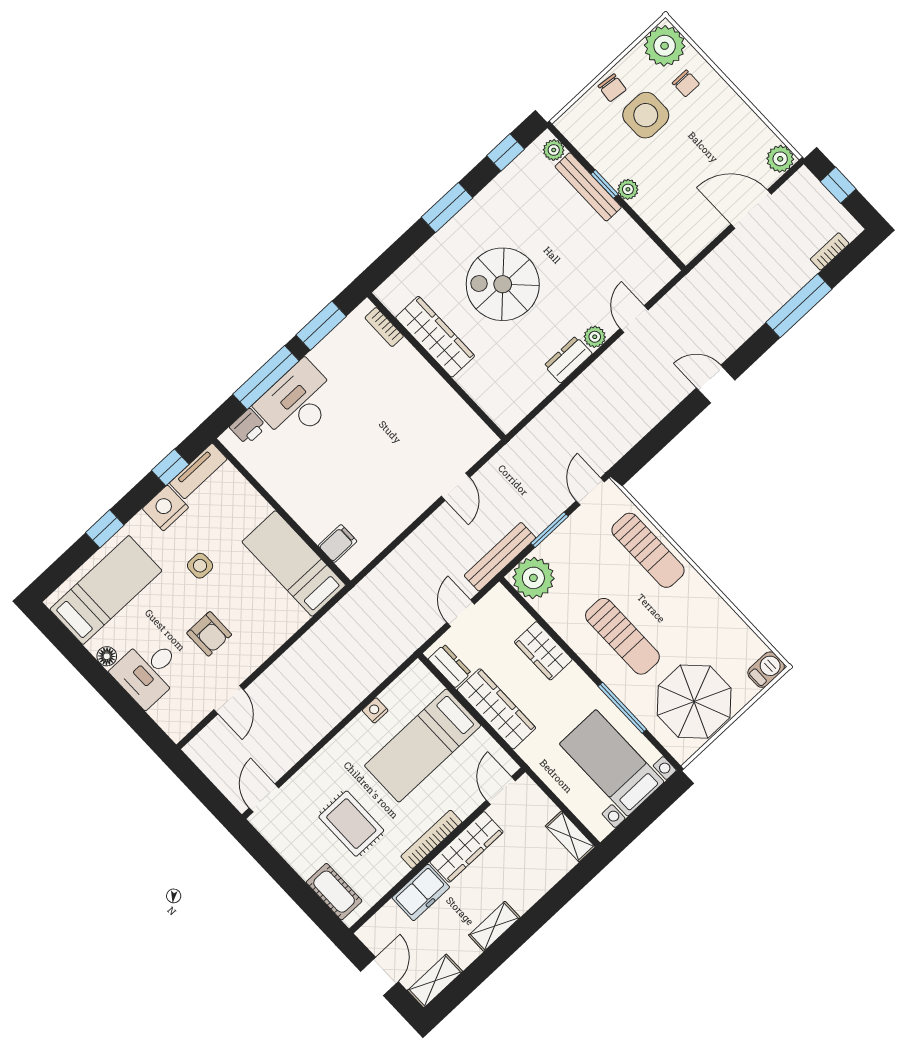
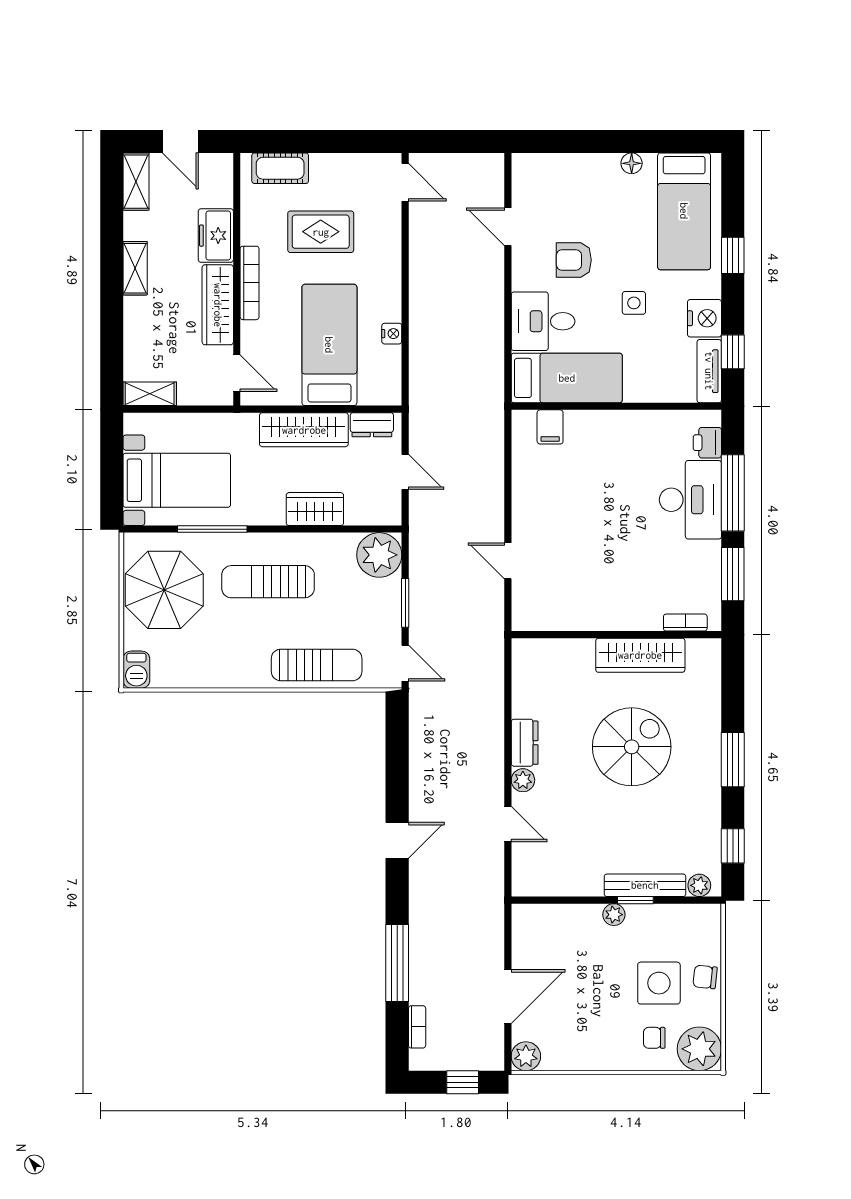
sun lounger: (648, 550) -> (317, 665), turned 180
bench: (500, 557) -> (420, 544), removed
desk: (148, 671) -> (543, 321), moved, turned -90

